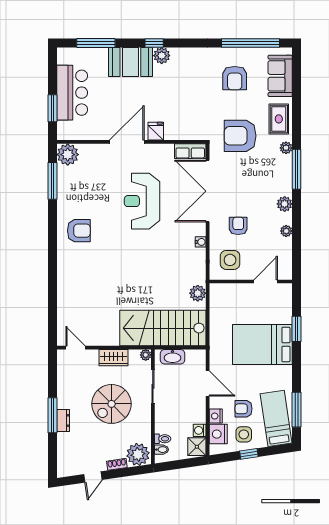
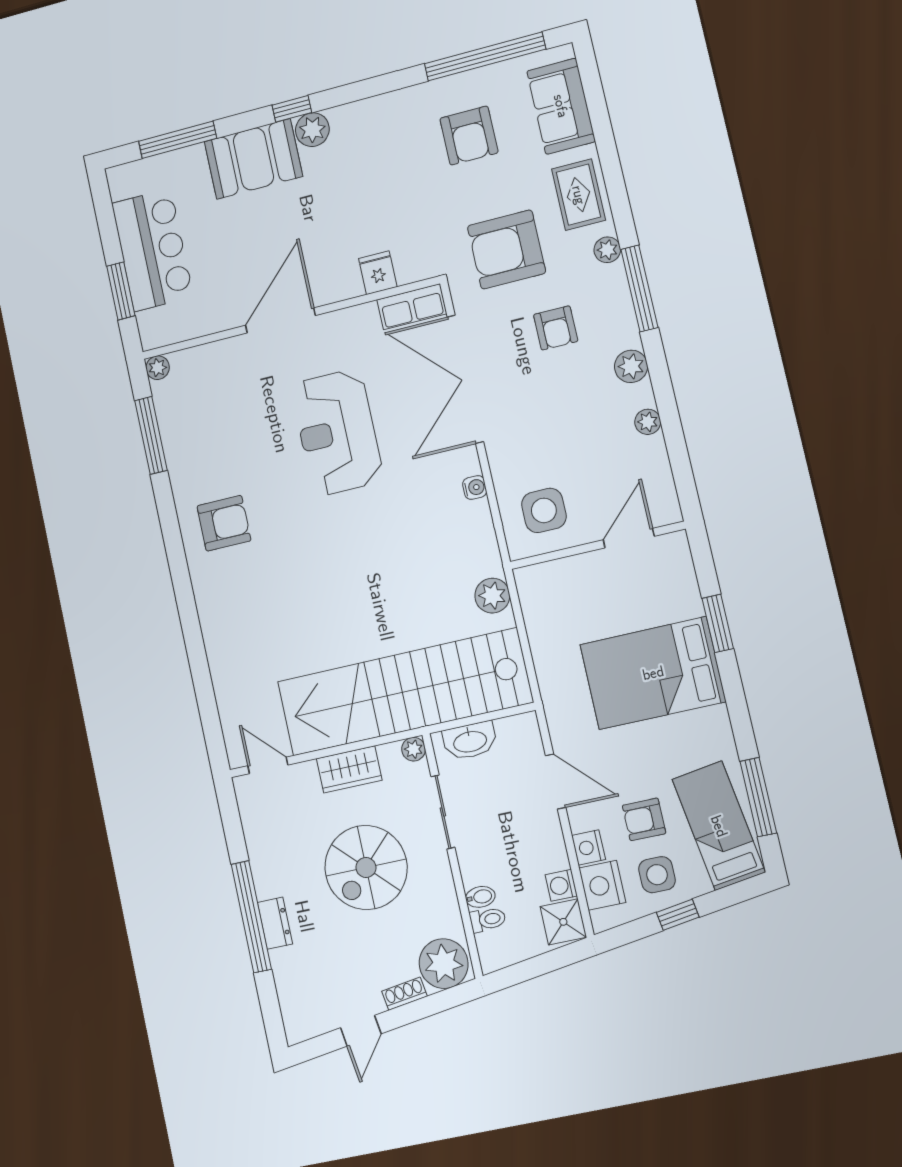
fridge: (156, 131) -> (378, 273), moved
plant: (68, 155) -> (158, 368), width x0.53, depth x0.53
armchair: (238, 226) -> (556, 328), moved, turned 180
stairs: (163, 328) -> (405, 692), width x1.36
window: (53, 415) -> (251, 917), width x1.46
bidet: (162, 450) -> (480, 897), moved

